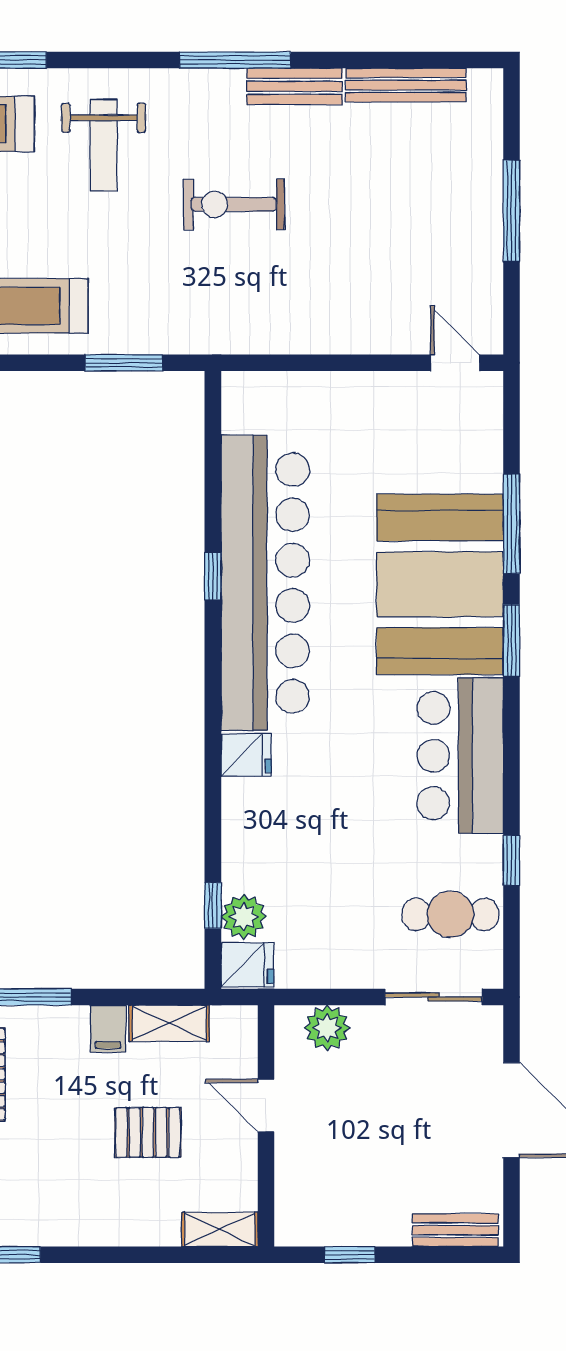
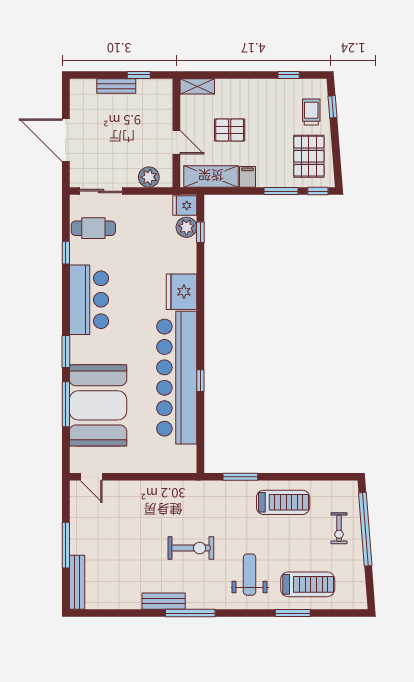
bench: (406, 85) -> (77, 582), moved, turned 90
booth: (440, 584) -> (98, 405), moved
fridge: (246, 755) -> (182, 292), width x1.88, depth x1.34
shelving: (169, 1023) -> (211, 176), width x1.50, depth x1.33
bench: (455, 1230) -> (116, 86), moved

